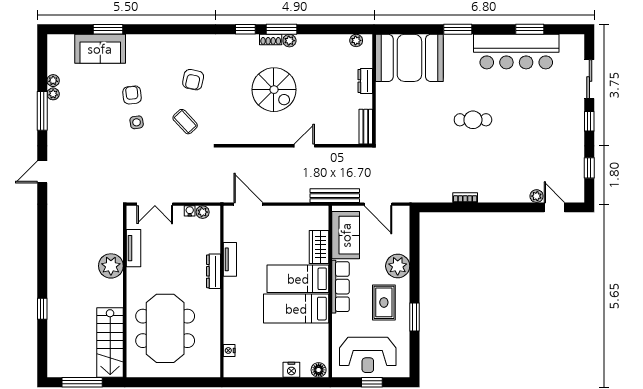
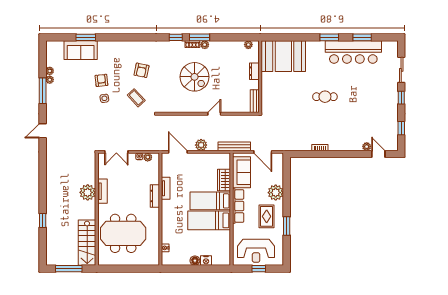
window: (458, 29) -> (329, 37), moved
plant: (284, 194) -> (201, 145), added
tv unit: (134, 248) -> (102, 191), moved
meeting table: (165, 328) -> (123, 233), turned 90
floor lamp: (319, 370) -> (195, 261), moved

